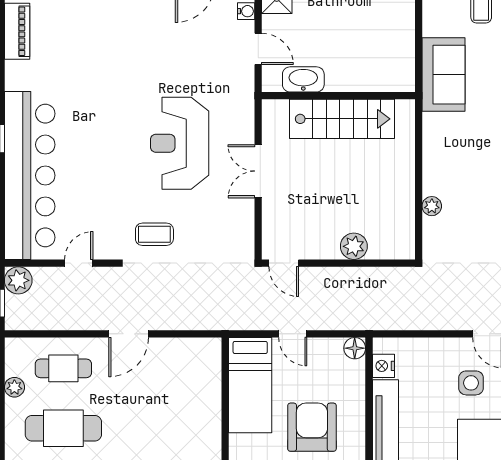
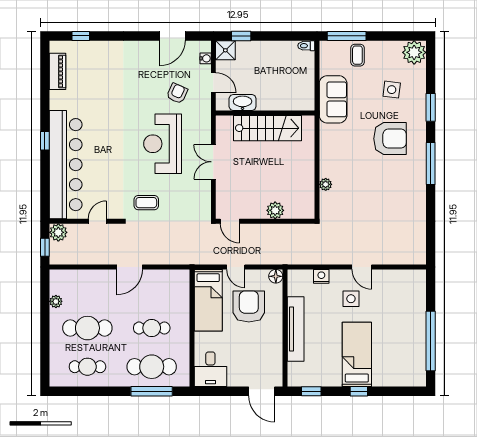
armchair: (202, 65) -> (177, 93), added
nightstand: (383, 366) -> (321, 276), moved, turned 90
cafe table: (63, 368) -> (152, 328), moved
armchair: (312, 427) -> (249, 306), moved

